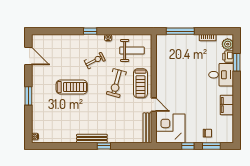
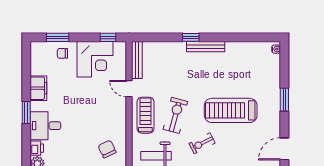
door: (28, 56) -> (284, 149), hinge flipped
chair: (171, 56) -> (107, 149), added
window: (237, 62) -> (26, 113), moved
treadmill: (72, 87) -> (231, 110), width x1.37, depth x1.38
corner desk: (170, 128) -> (95, 59), moved
window: (188, 146) -> (108, 37), moved

